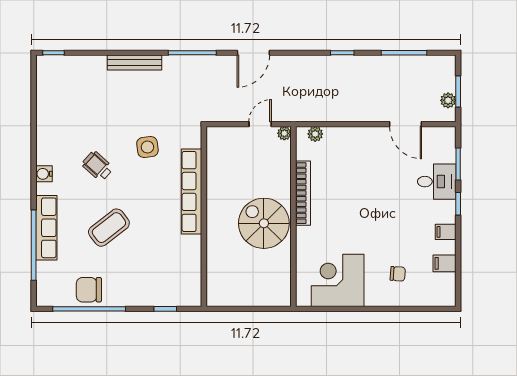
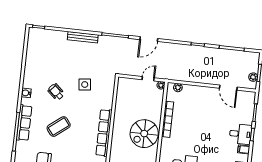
desk: (437, 182) -> (240, 134), moved
row of seats: (191, 191) -> (104, 133), moved
spiral stairs: (264, 223) -> (144, 134), turned -90

